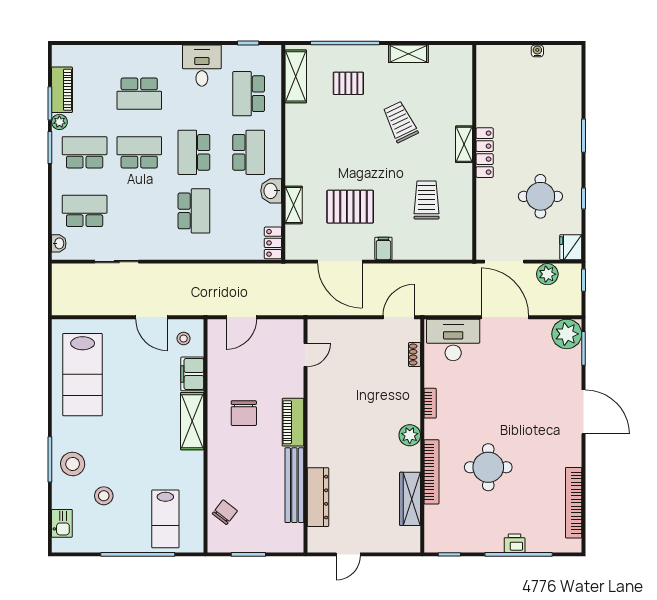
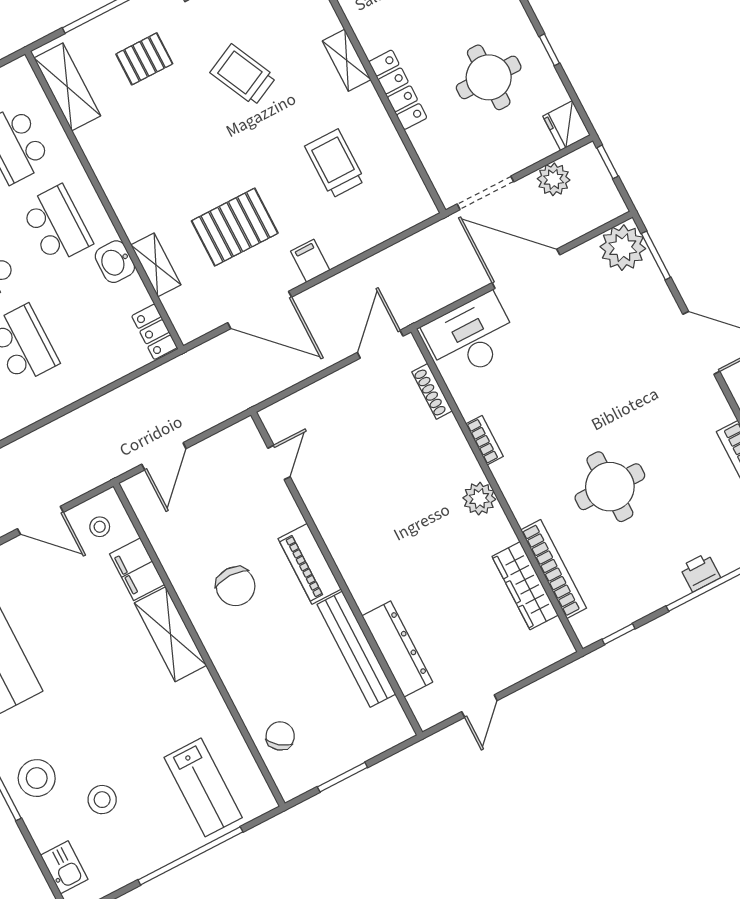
locker: (485, 153) -> (398, 90), moved
shoe rack: (415, 355) -> (432, 391), width x1.43
bookcase: (431, 472) -> (554, 569), moved

